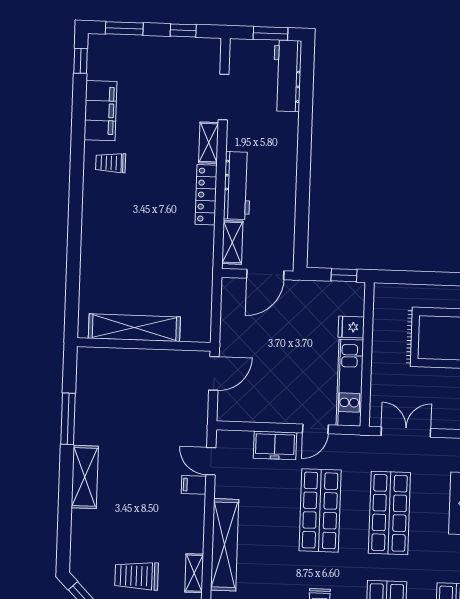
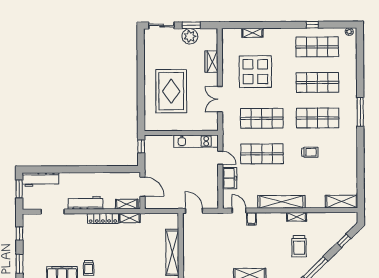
shelving: (209, 143) -> (130, 218), moved
workbench: (237, 186) -> (85, 203), moved
fridge: (351, 327) -> (168, 142), removed
double door: (406, 432) -> (220, 99), moved
door: (211, 461) -> (239, 211), swing flipped

